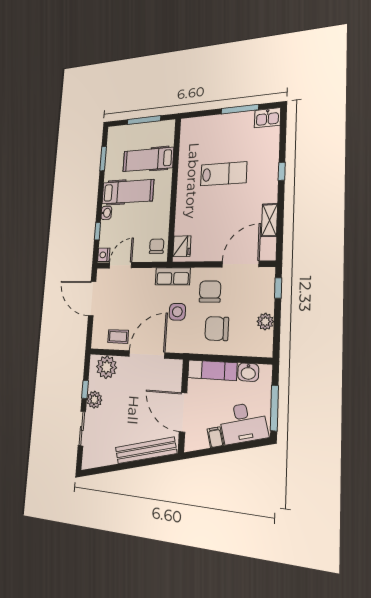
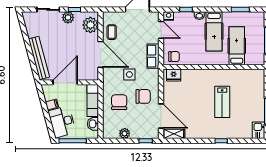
shelving: (269, 220) -> (174, 134), moved
row of seats: (173, 276) -> (153, 56), moved

